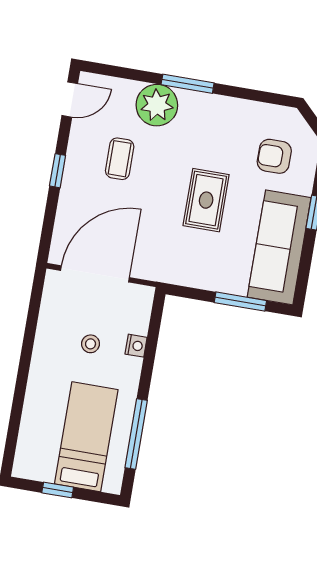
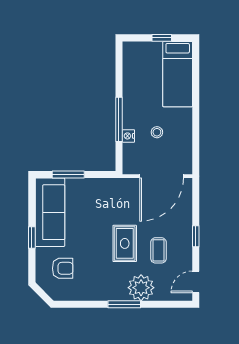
rug: (206, 200) -> (125, 243), moved
window: (136, 434) -> (119, 119), moved
bed: (86, 437) -> (178, 74), moved

